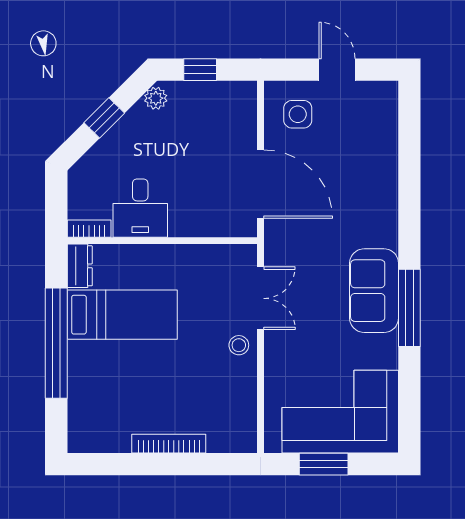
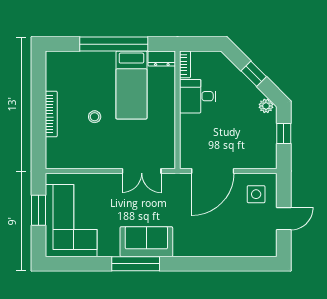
stool: (239, 345) -> (95, 117), moved

